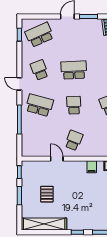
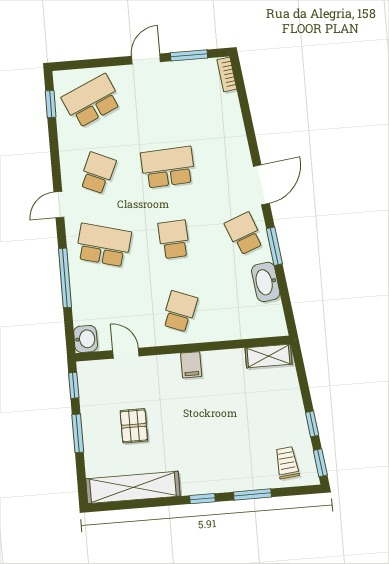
school desk: (39, 70) -> (98, 173), turned 45
door: (19, 84) -> (59, 205), hinge flipped
washbasin: (27, 150) -> (86, 339), added
door: (57, 159) -> (126, 353), moved
filing cabinet: (92, 167) -> (191, 365), moved

